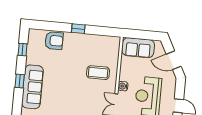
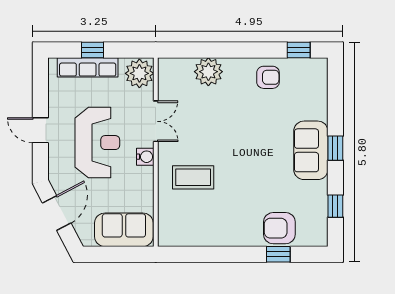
window: (78, 29) -> (278, 254), moved
door: (174, 60) -> (57, 213), hinge flipped
sofa: (32, 87) -> (311, 150), width x0.73

